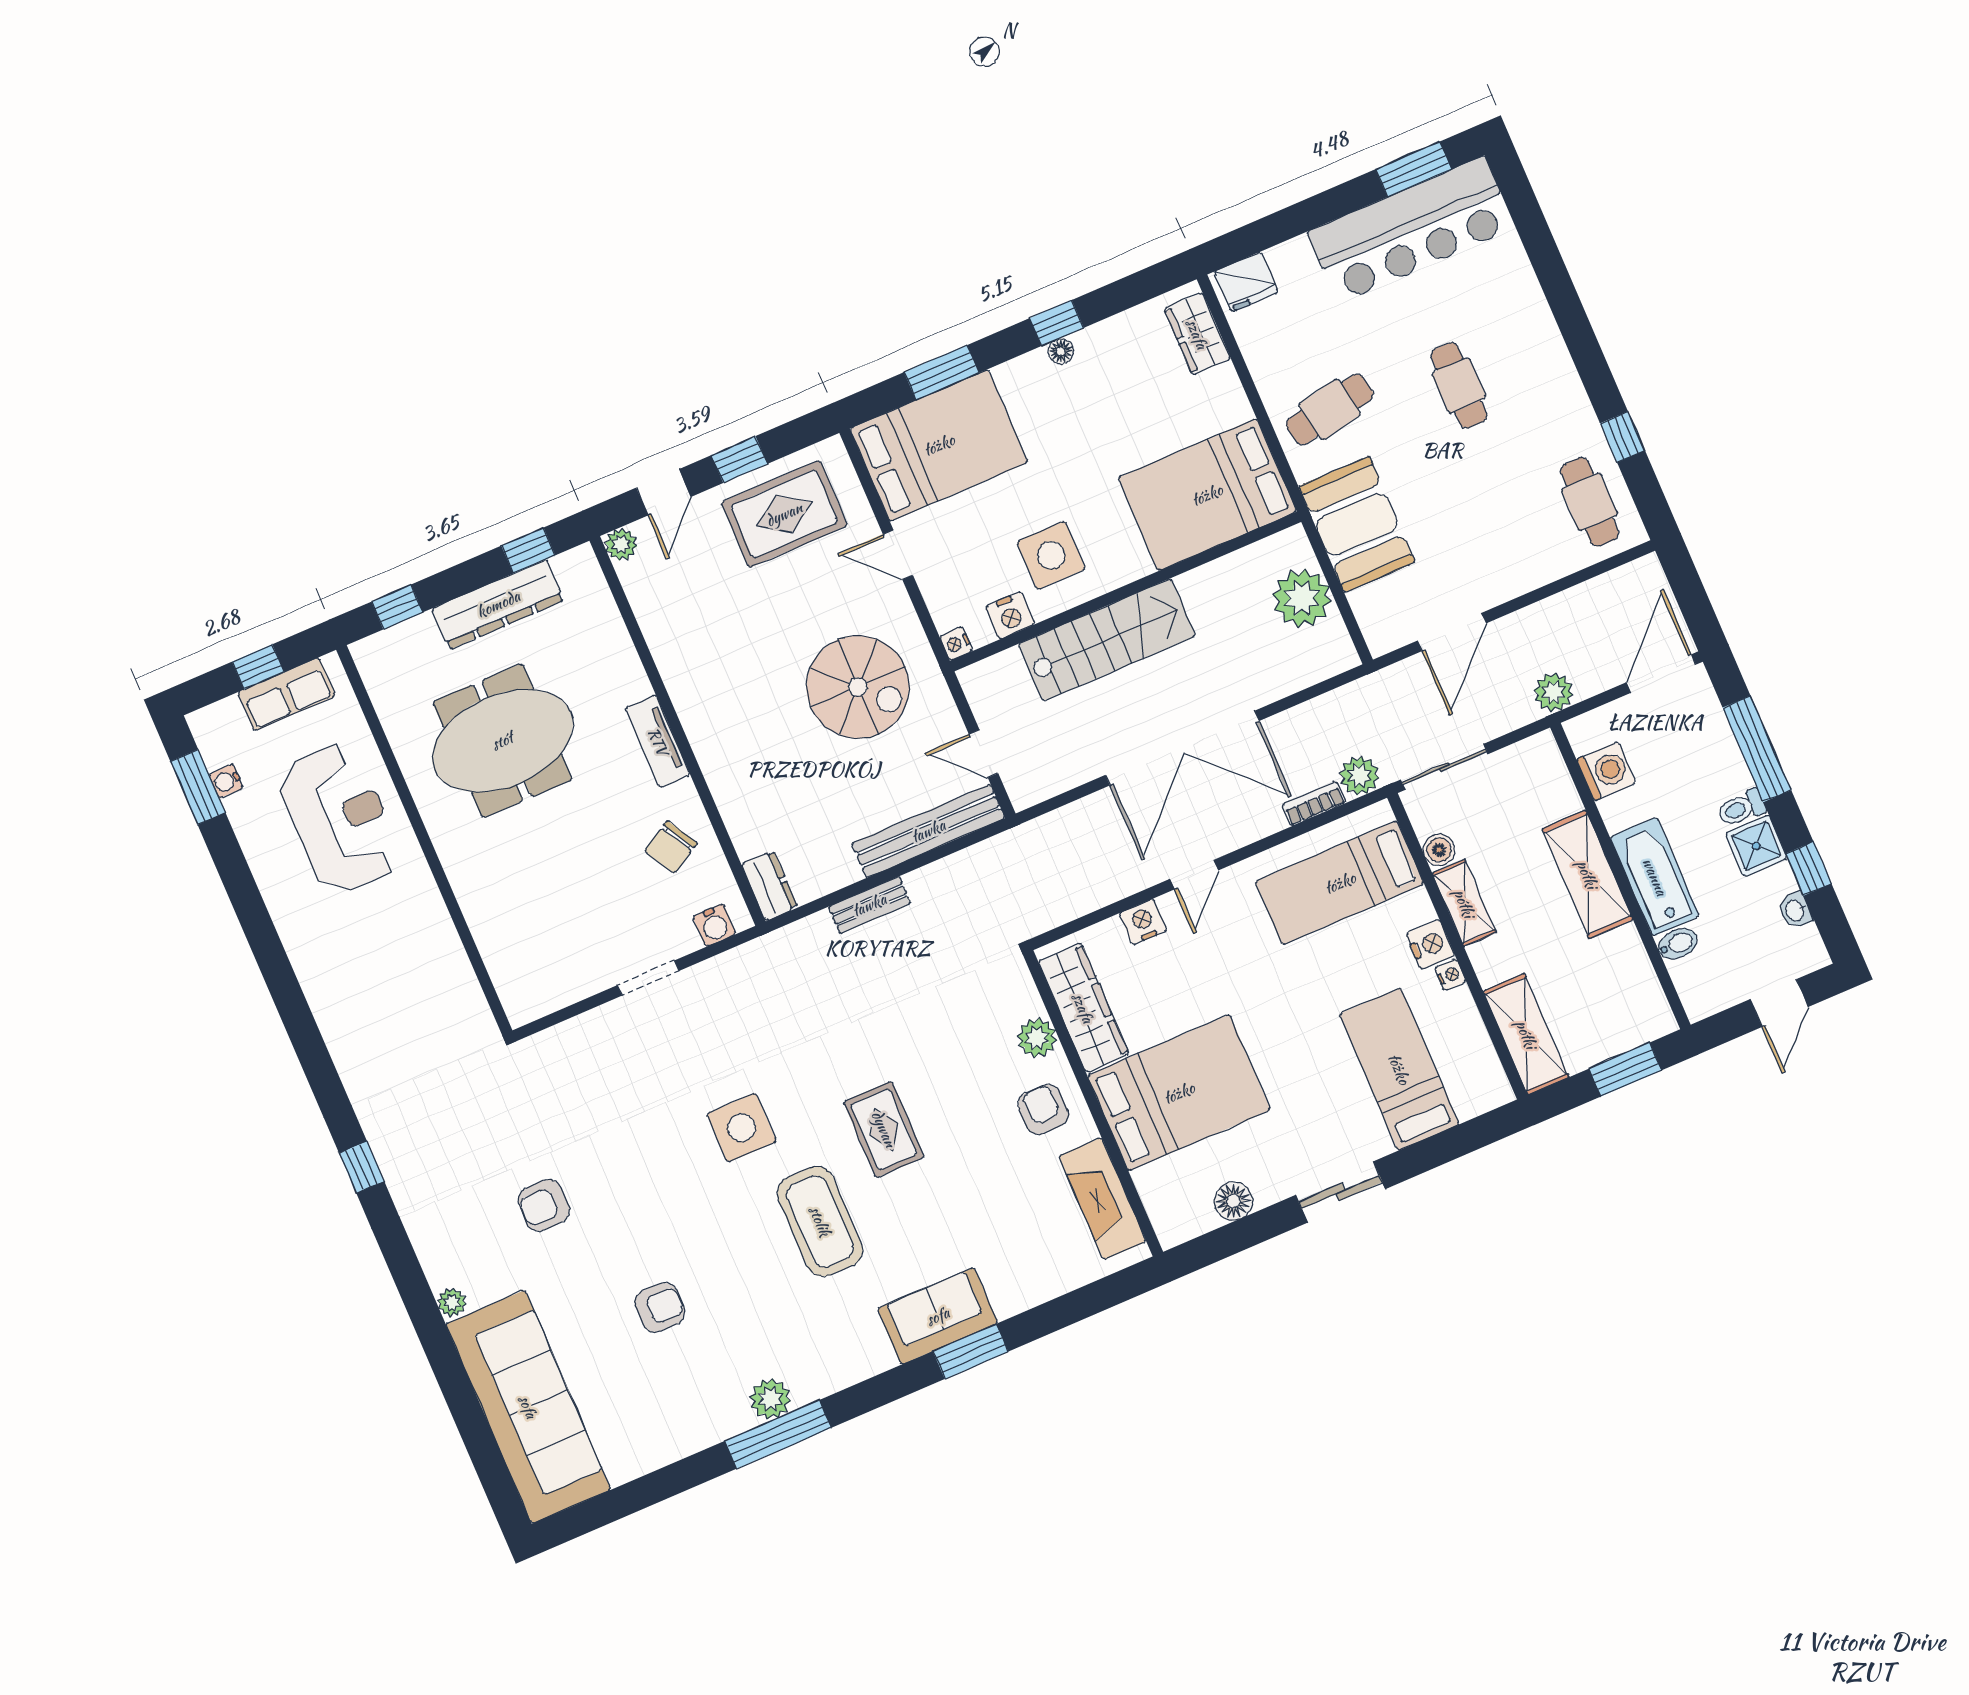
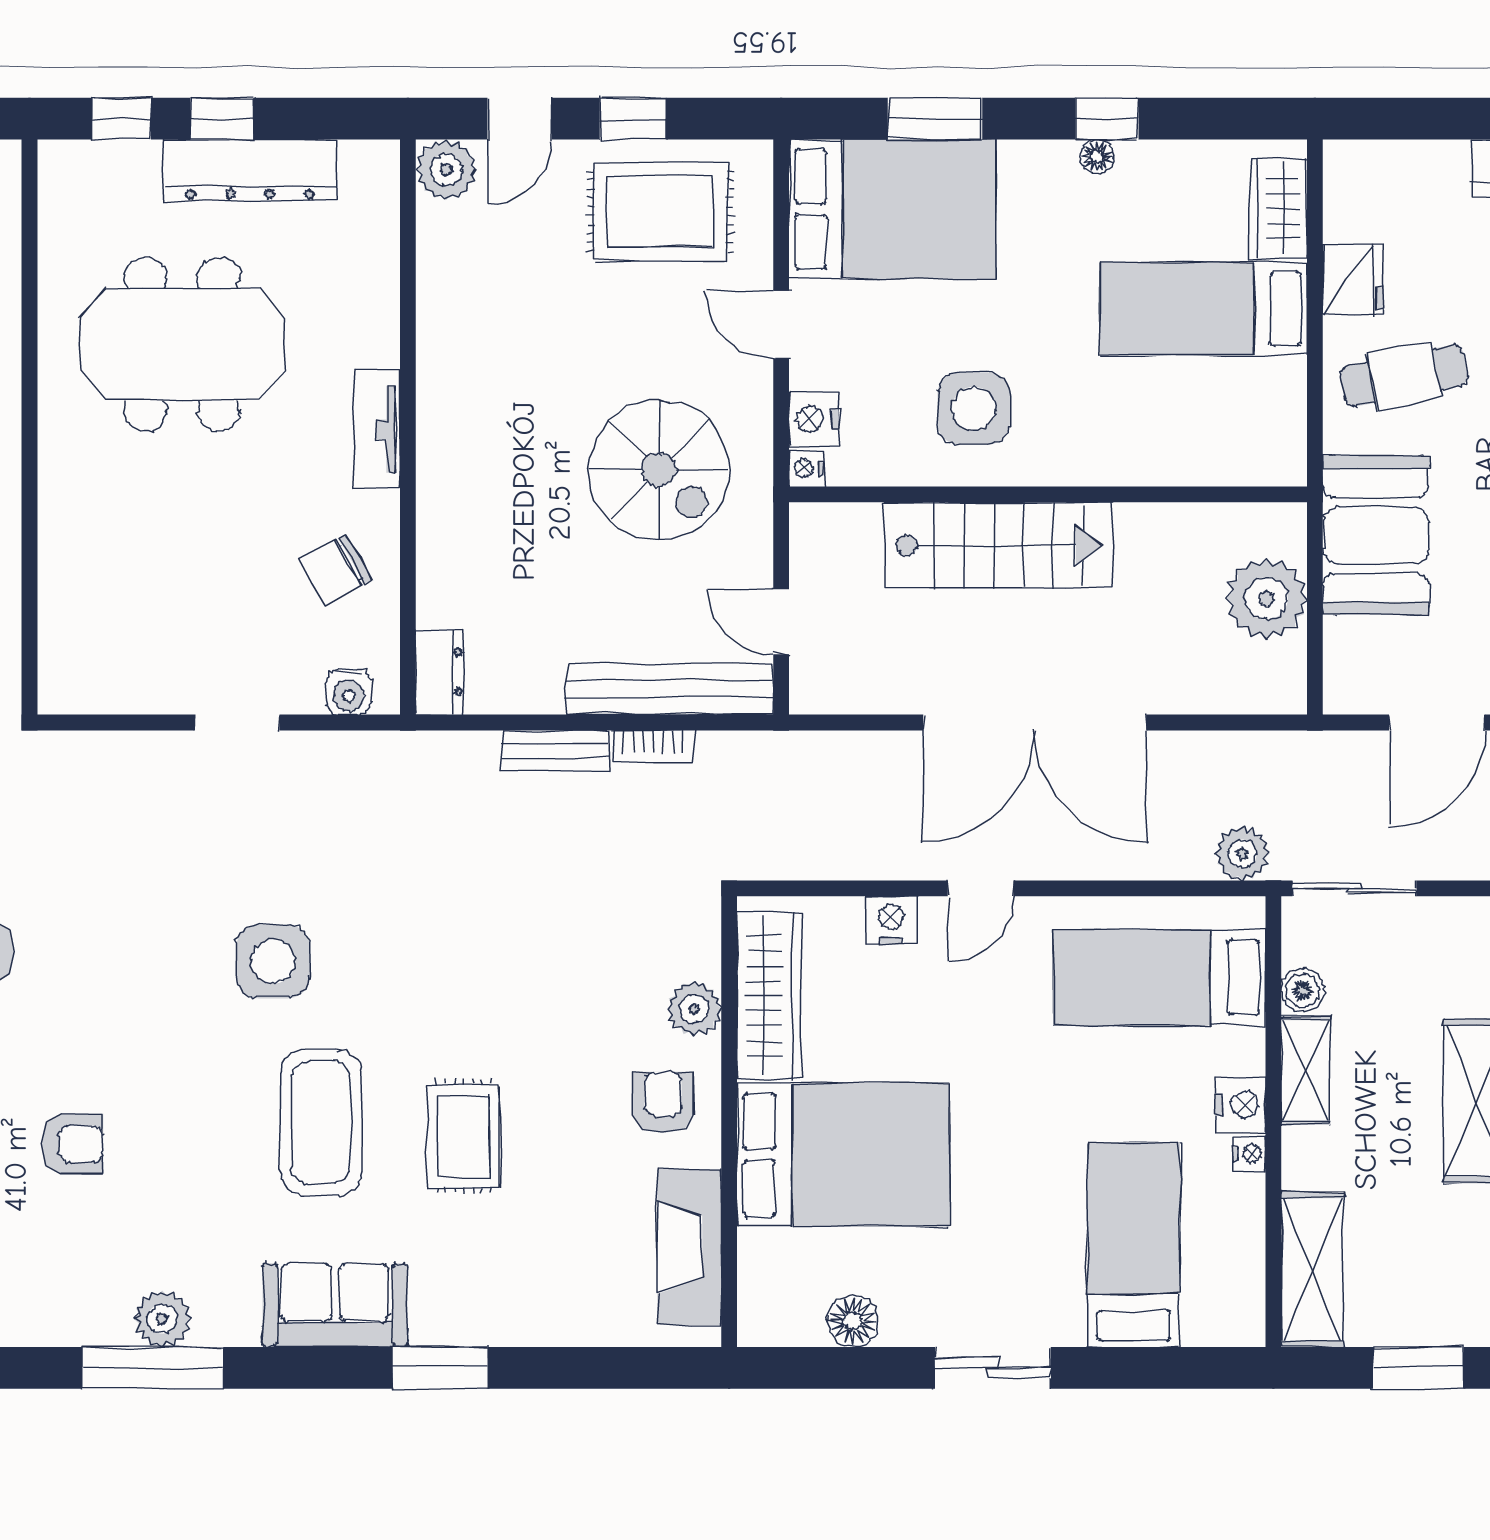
fridge: (1246, 282) -> (1353, 280), moved, turned -90
bed: (1207, 495) -> (1204, 309), moved, width x0.67
plant: (621, 545) -> (446, 170), width x1.38, depth x1.38
window: (528, 550) -> (222, 119), moved
nightstand: (1010, 615) -> (814, 419), moved, turned 90
bookcase: (1314, 804) -> (653, 747), moved, turned 180
rug: (884, 1129) -> (463, 1136), moved
sofa: (938, 1316) -> (335, 1305), moved

